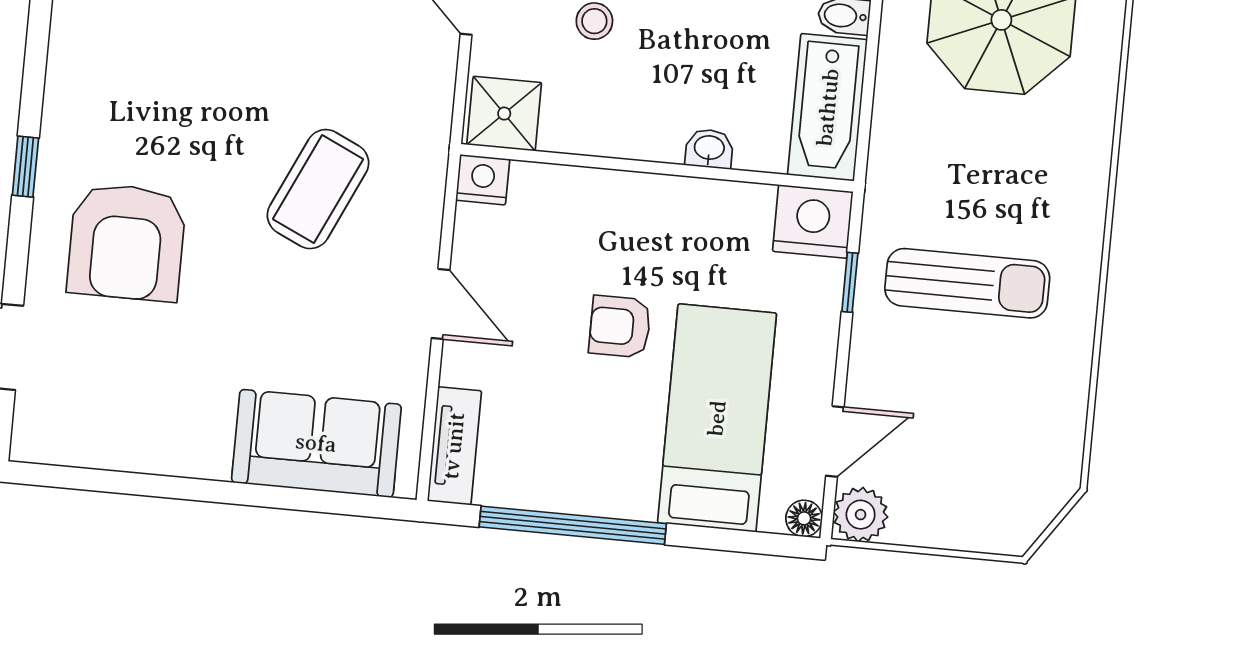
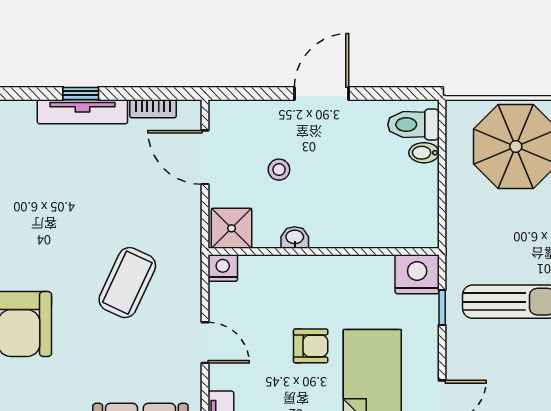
bathtub: (828, 107) -> (419, 207), removed
washbasin: (709, 149) -> (295, 237), moved
armchair: (620, 327) -> (311, 346), turned 180

